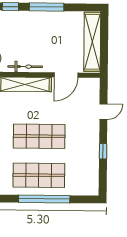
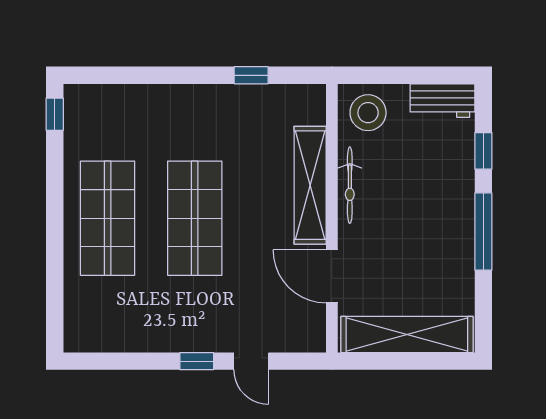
window: (103, 151) -> (197, 361), moved
window: (44, 199) -> (55, 231), removed

